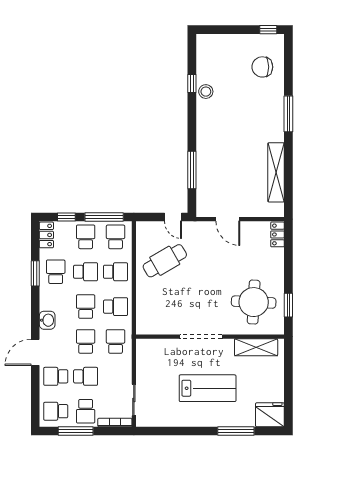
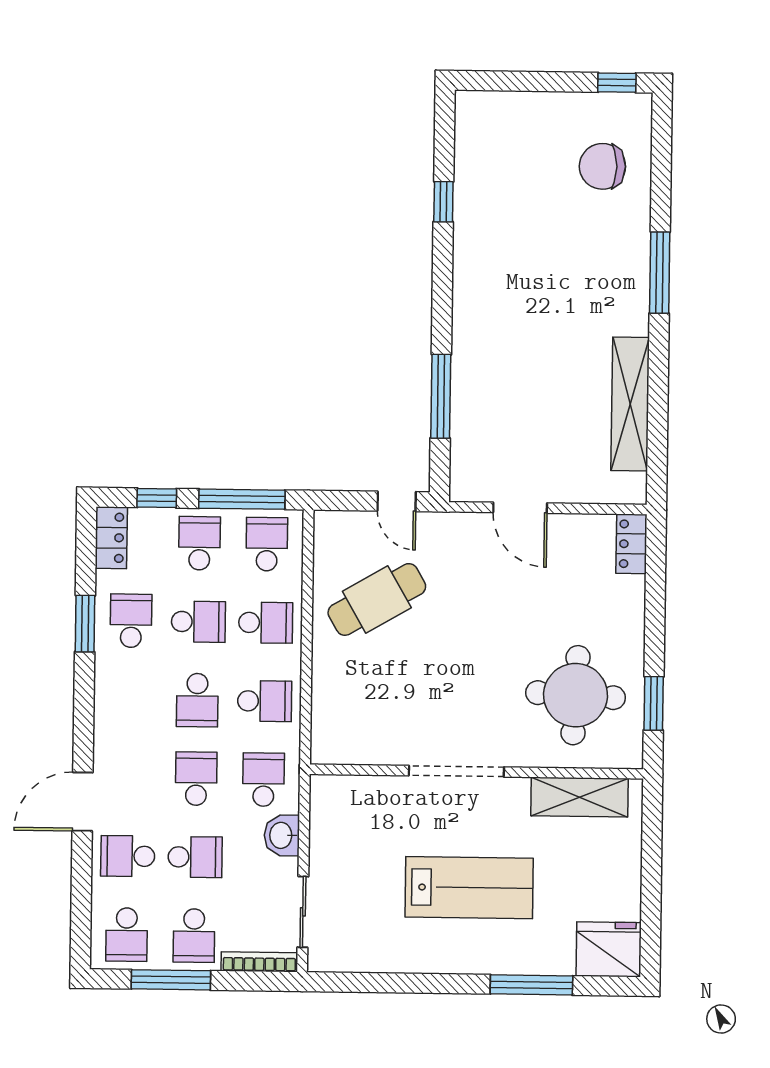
stool: (206, 92) -> (475, 220), removed
school desk: (86, 307) -> (197, 700), turned 180
washbasin: (47, 320) -> (282, 835), moved, turned 180
school desk: (56, 411) -> (127, 935), turned -90

